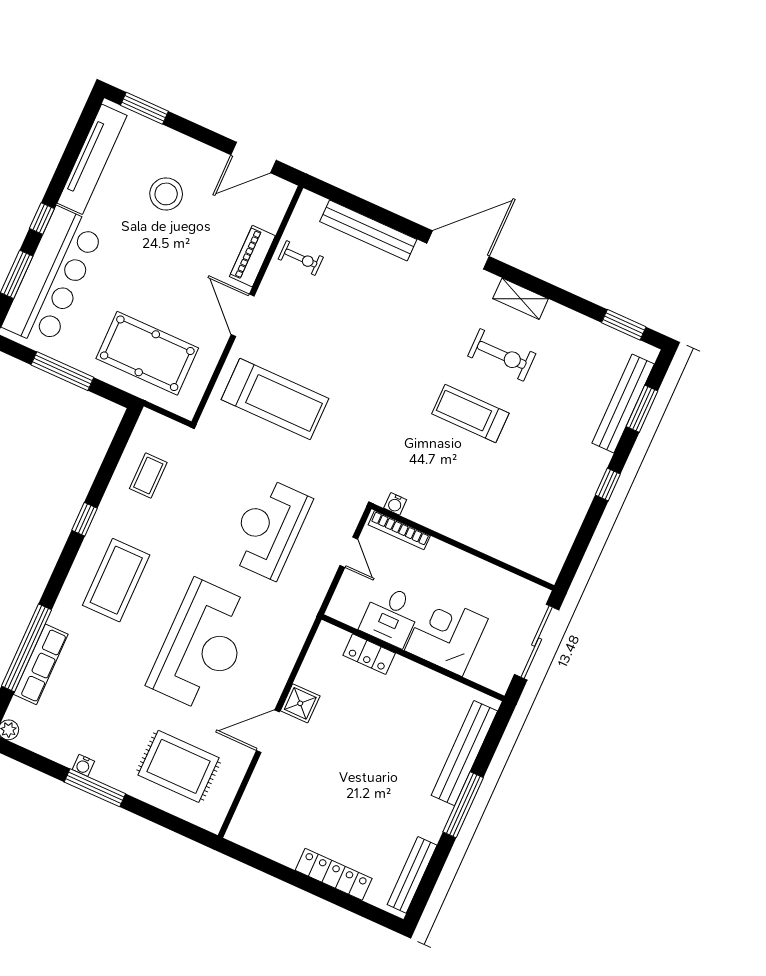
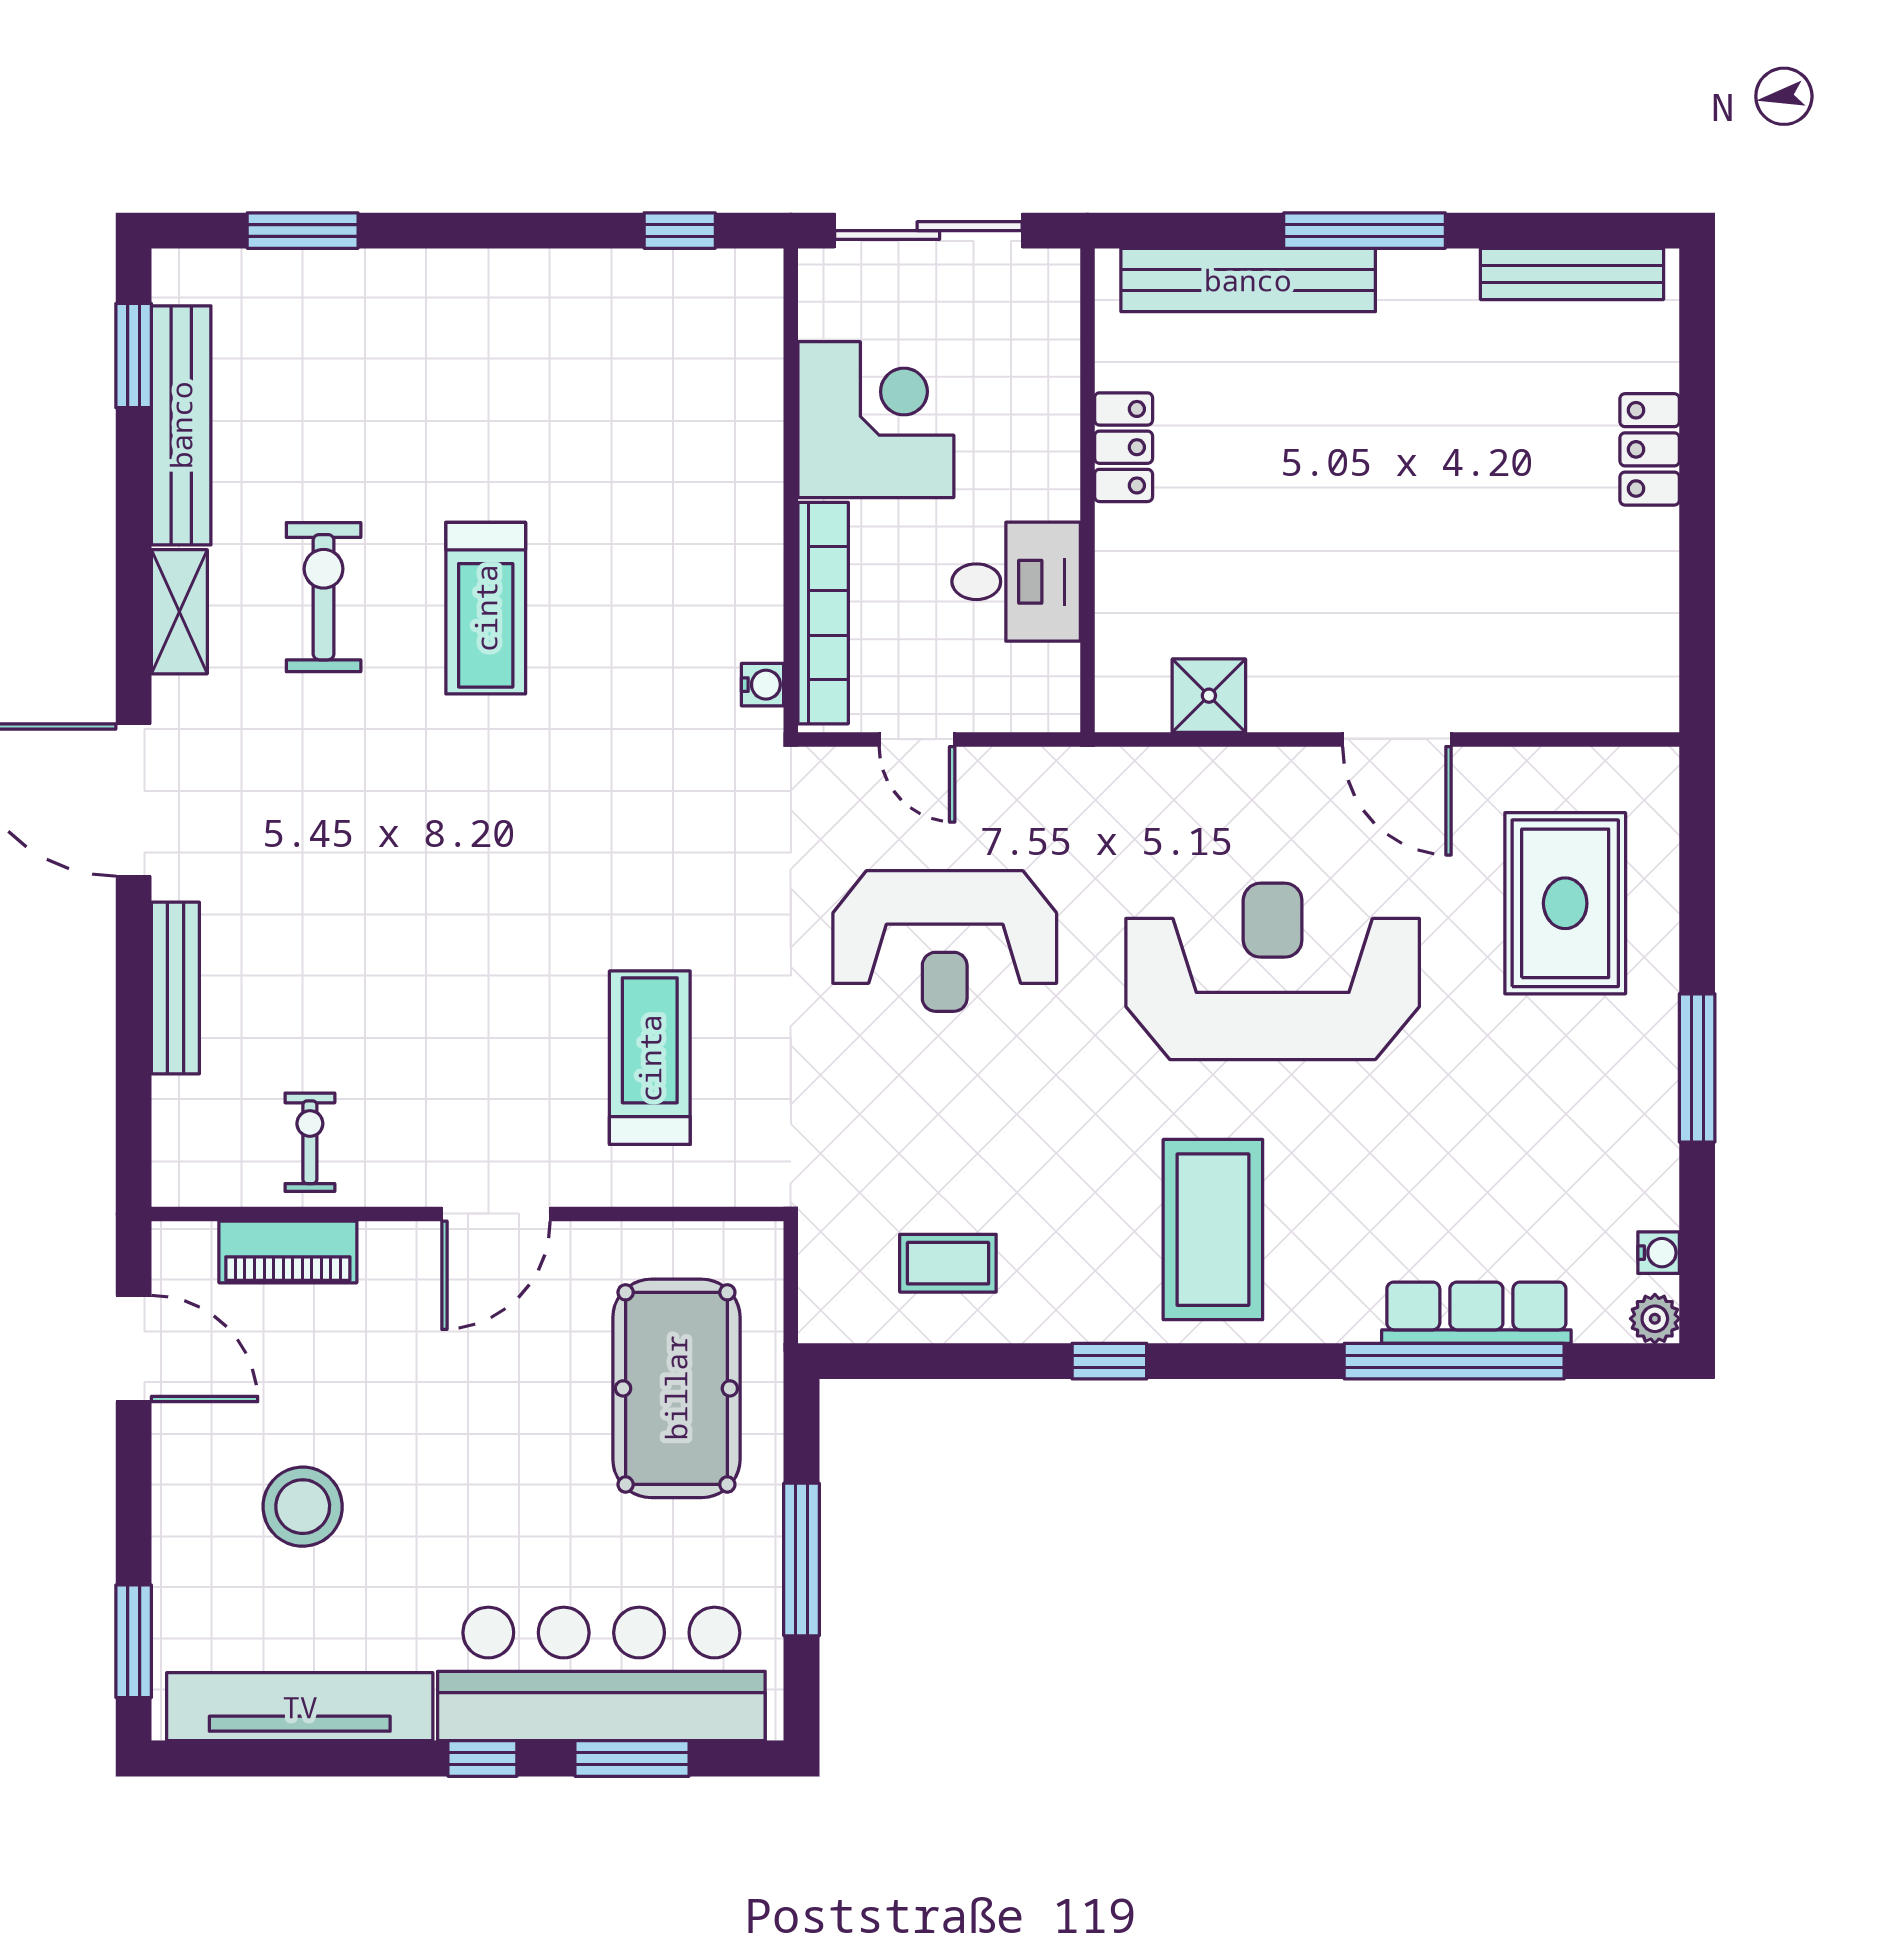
bench: (368, 230) -> (175, 988), width x0.73, depth x0.82
piano: (252, 256) -> (288, 1252), moved
treadmill: (275, 399) -> (650, 1058), width x0.73, depth x0.73
bench: (623, 404) -> (181, 425), moved, turned 90
window: (608, 484) -> (680, 231), moved
bookcase: (399, 530) -> (823, 613), width x1.48, depth x1.31
door: (349, 552) -> (917, 739), swing flipped
coffee table: (116, 580) -> (1213, 1230), turned 90
corner desk: (446, 635) -> (876, 420), moved, turned 180
locker: (369, 654) -> (1124, 447), moved
shower: (300, 703) -> (1209, 696), moved
water cooler: (83, 765) -> (1659, 1253), moved
locker: (334, 874) -> (1650, 449), width x0.66

